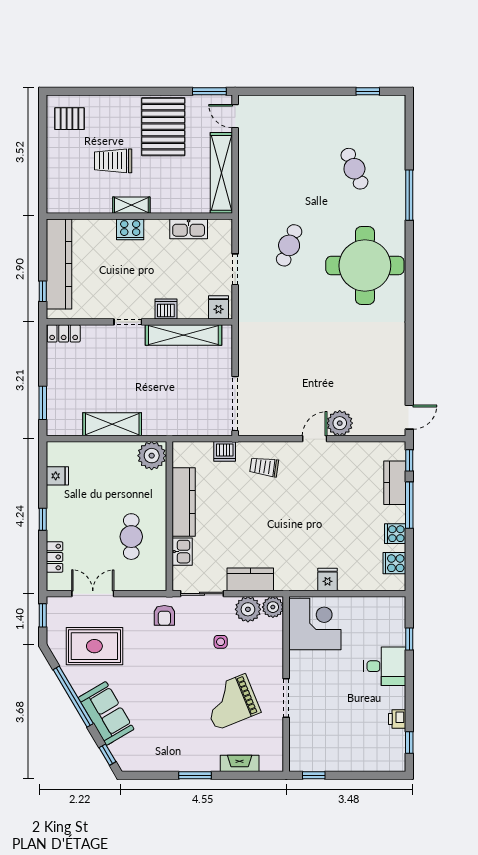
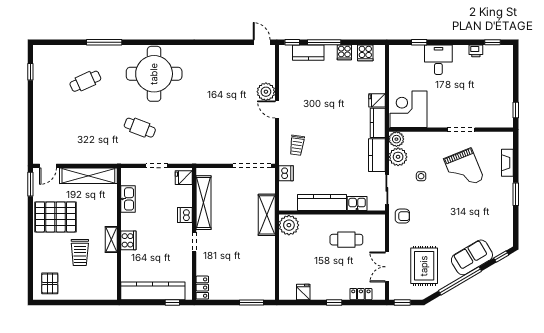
shelving: (112, 424) -> (267, 215), moved
kitchen counter: (296, 581) -> (378, 123), added

